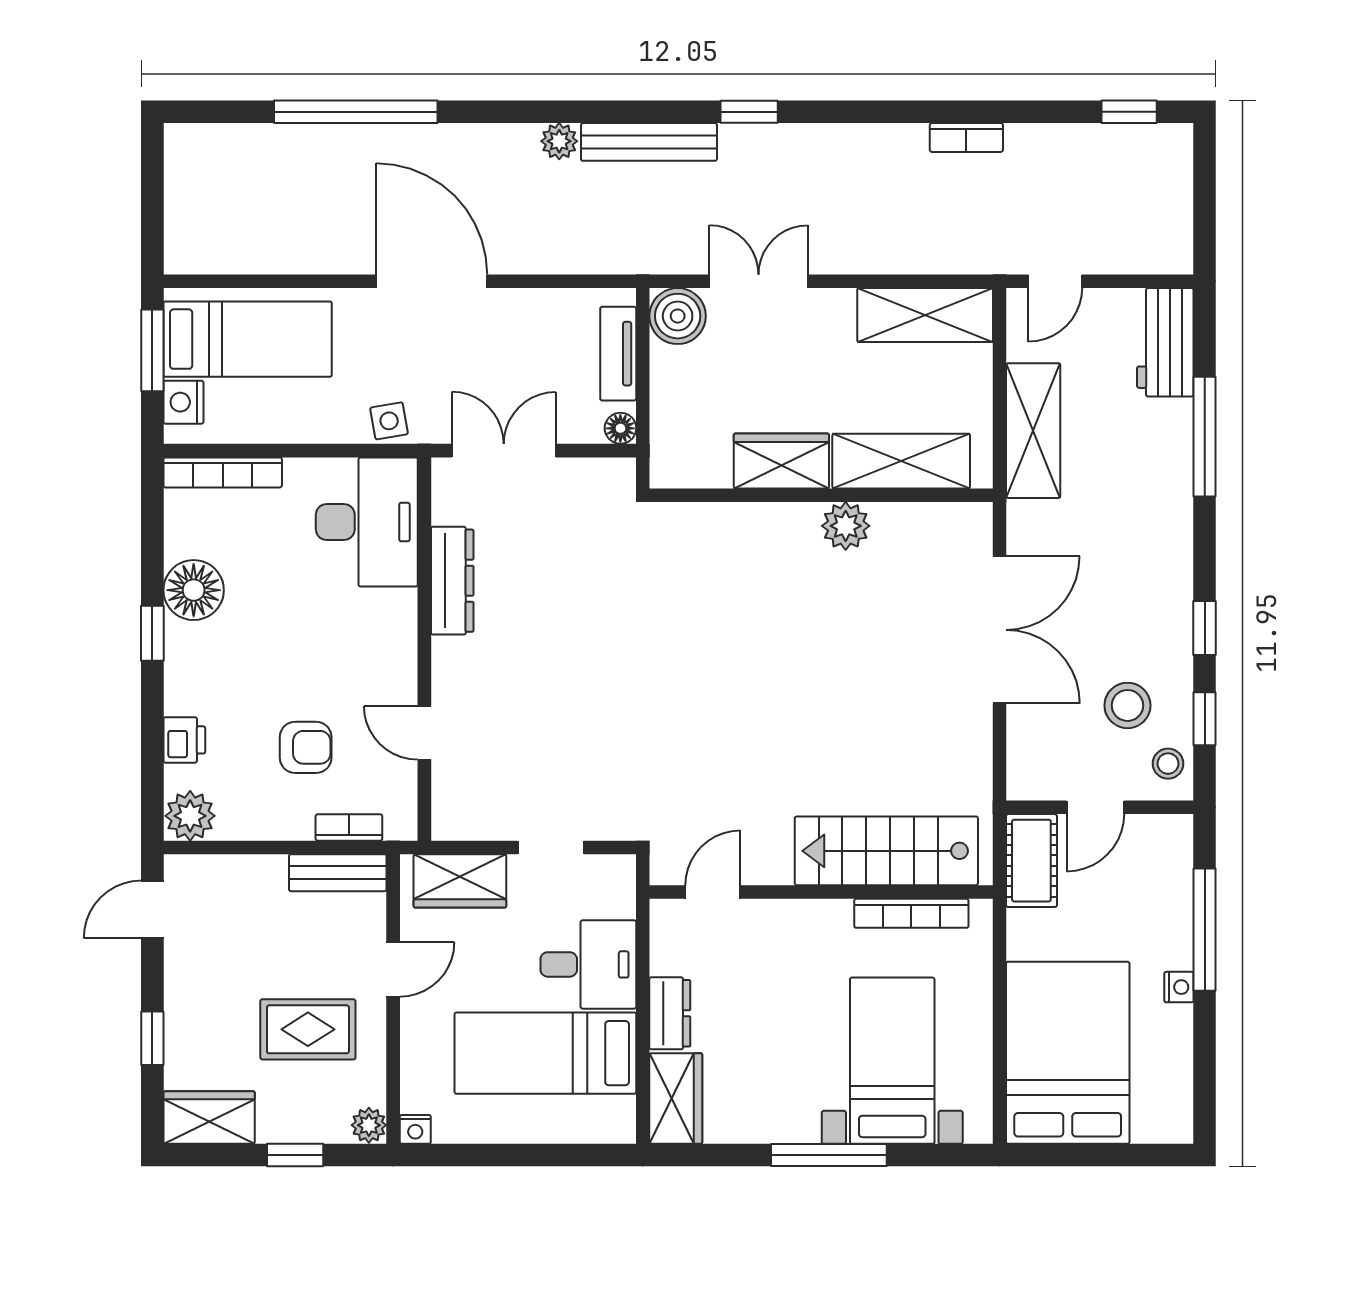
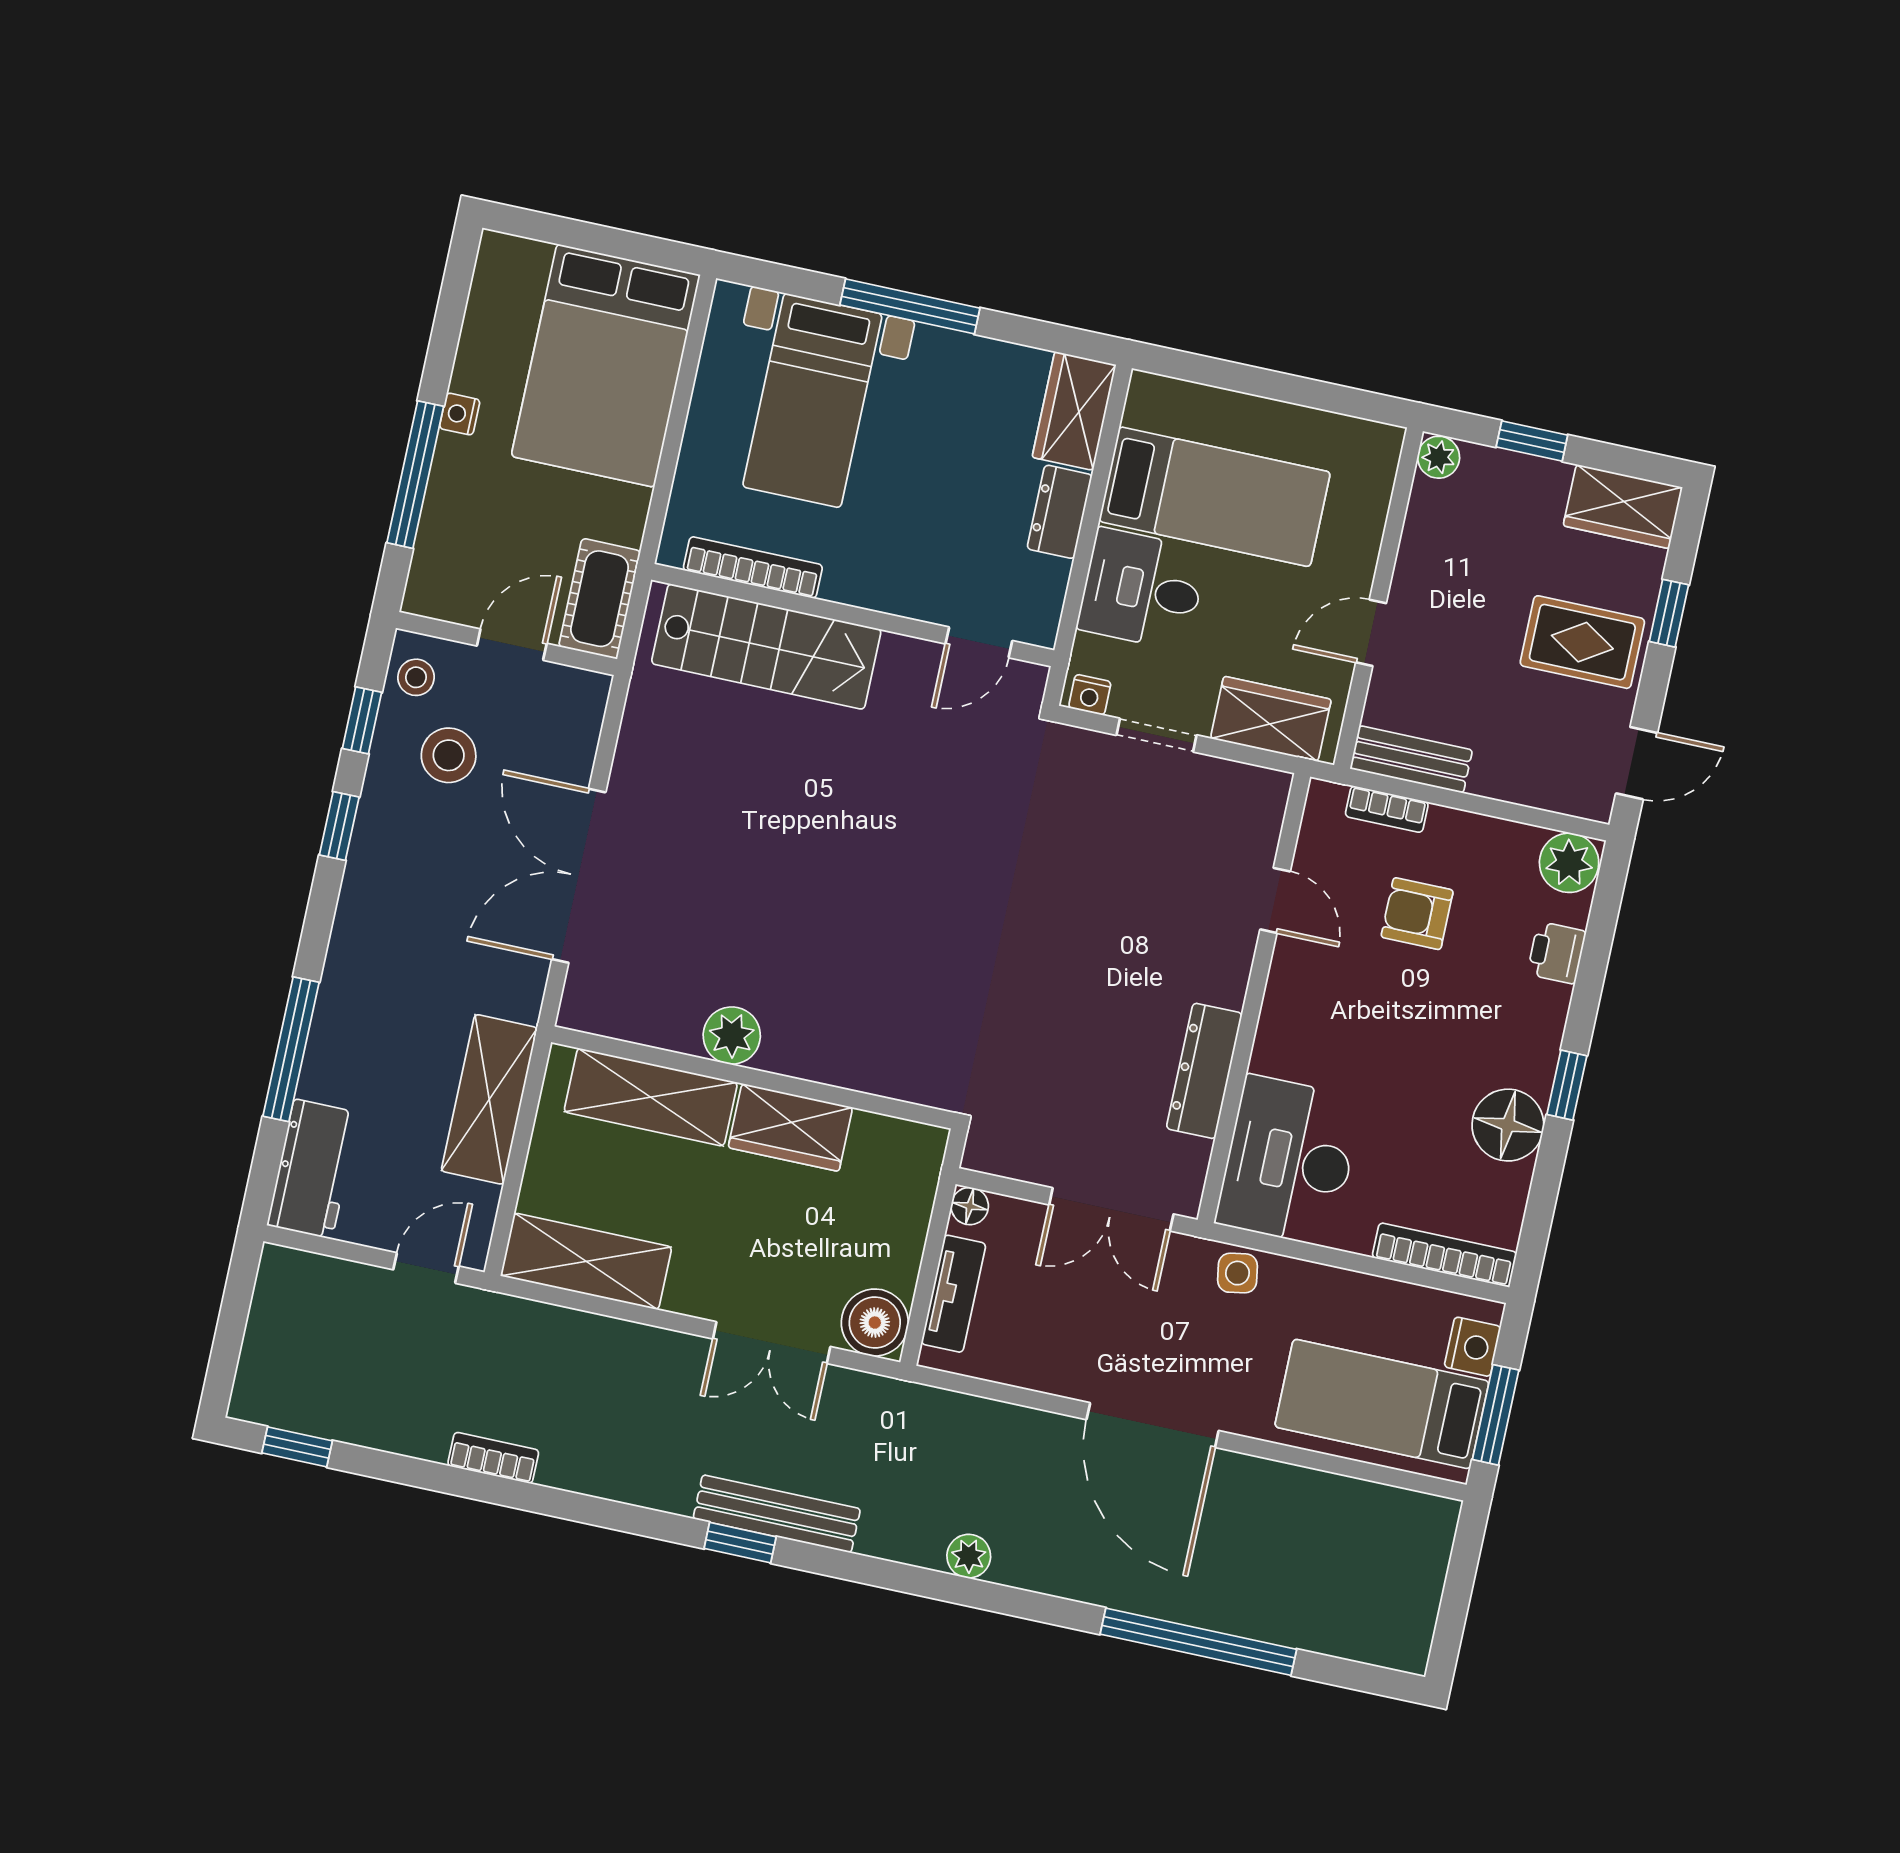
bench: (649, 142) -> (777, 1514), moved
rug: (308, 1029) -> (1582, 642), moved
nightstand: (415, 1129) -> (1090, 695), moved, turned 180

